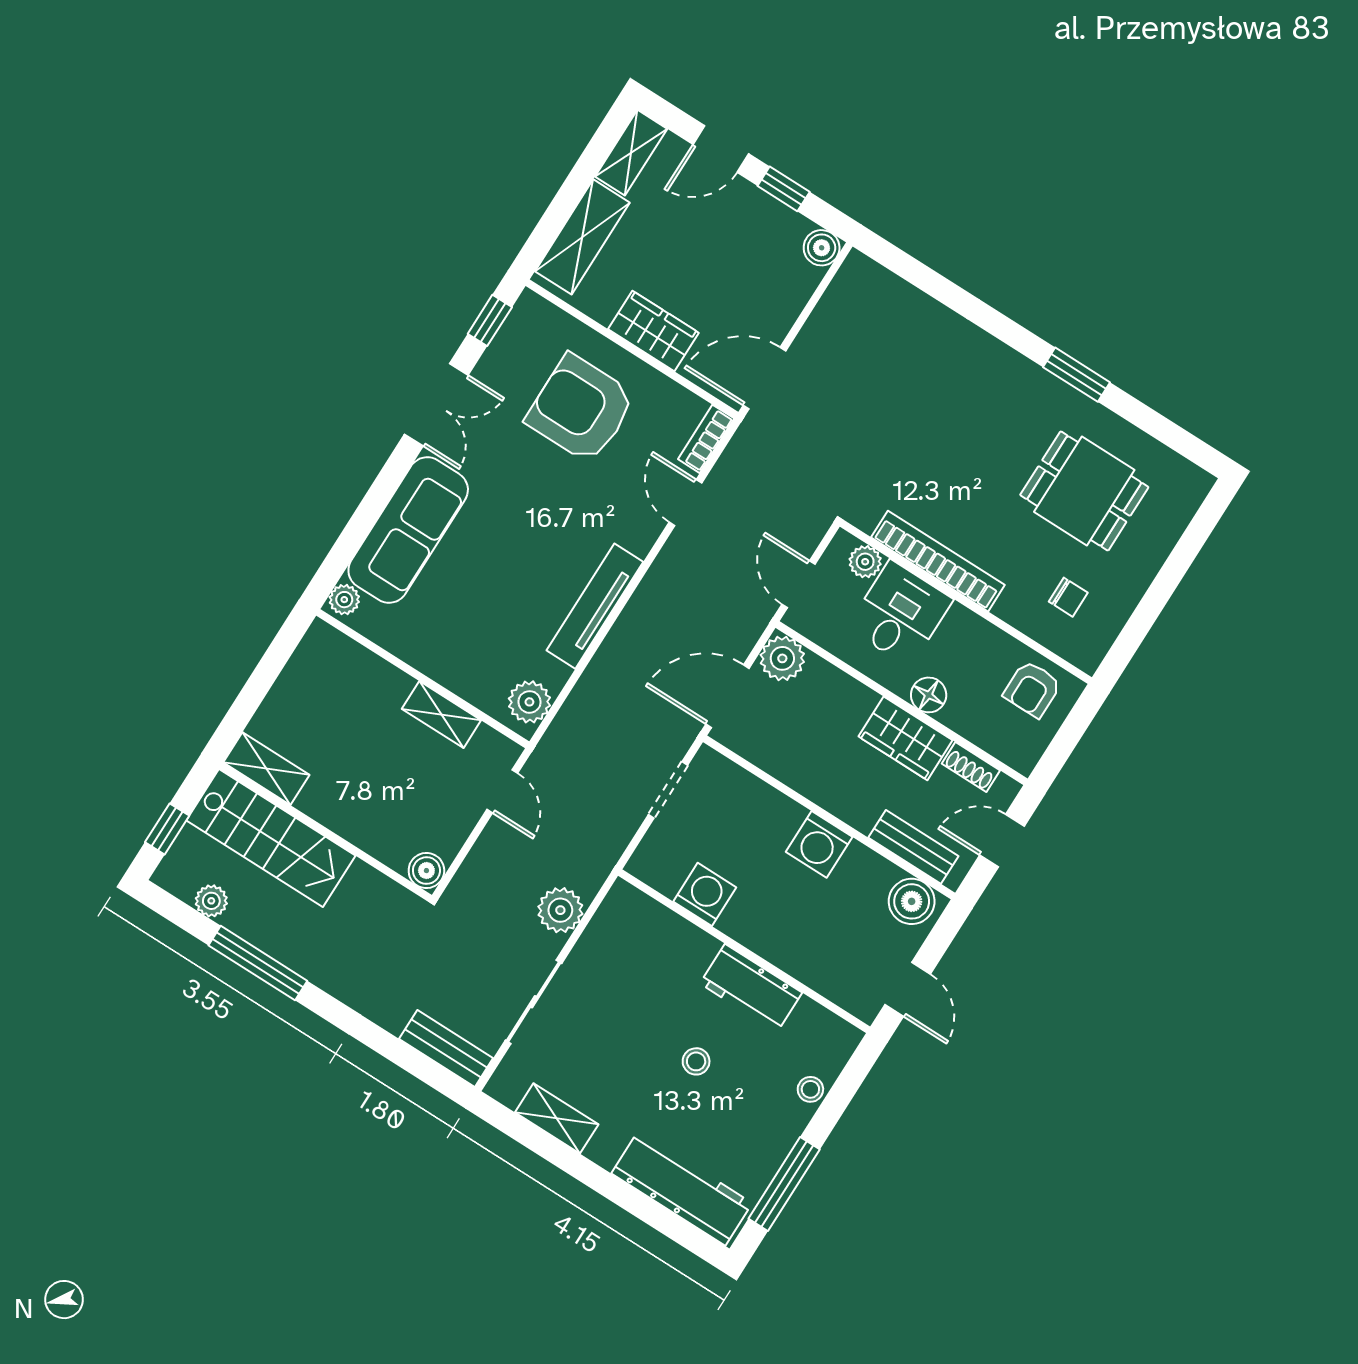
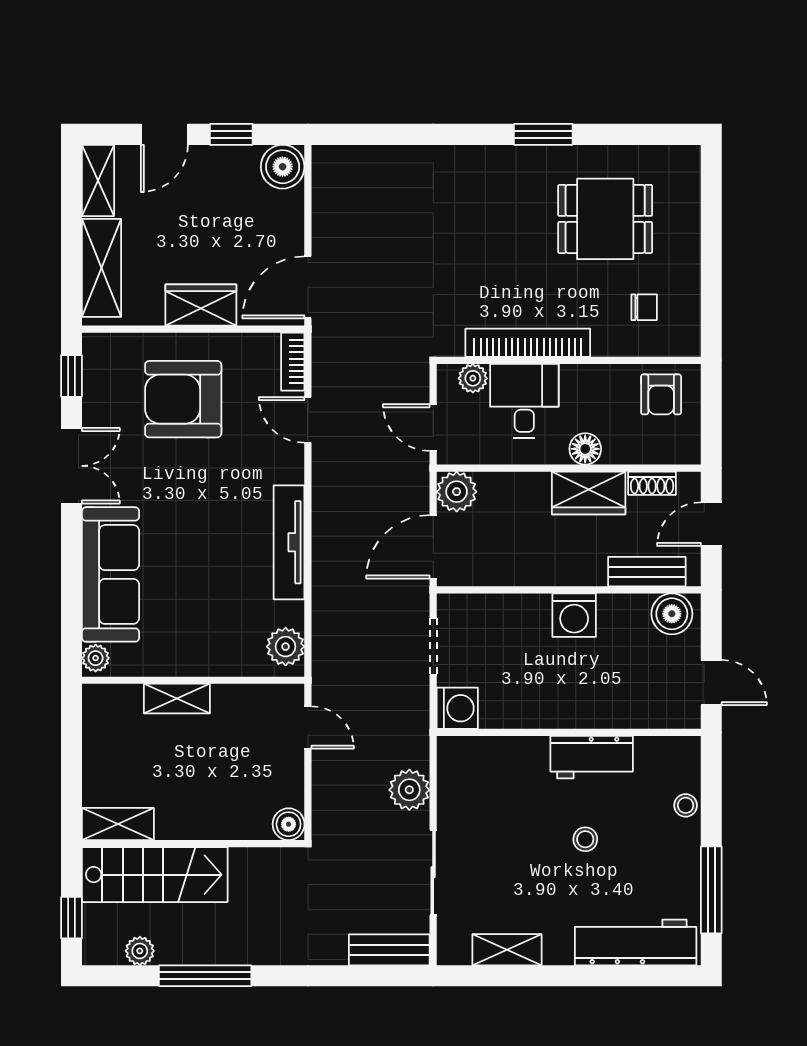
boiler: (822, 248) -> (283, 167), width x1.36, depth x1.36
shelving: (441, 715) -> (177, 699), moved
washing machine: (705, 894) -> (457, 708), moved, turned 90

